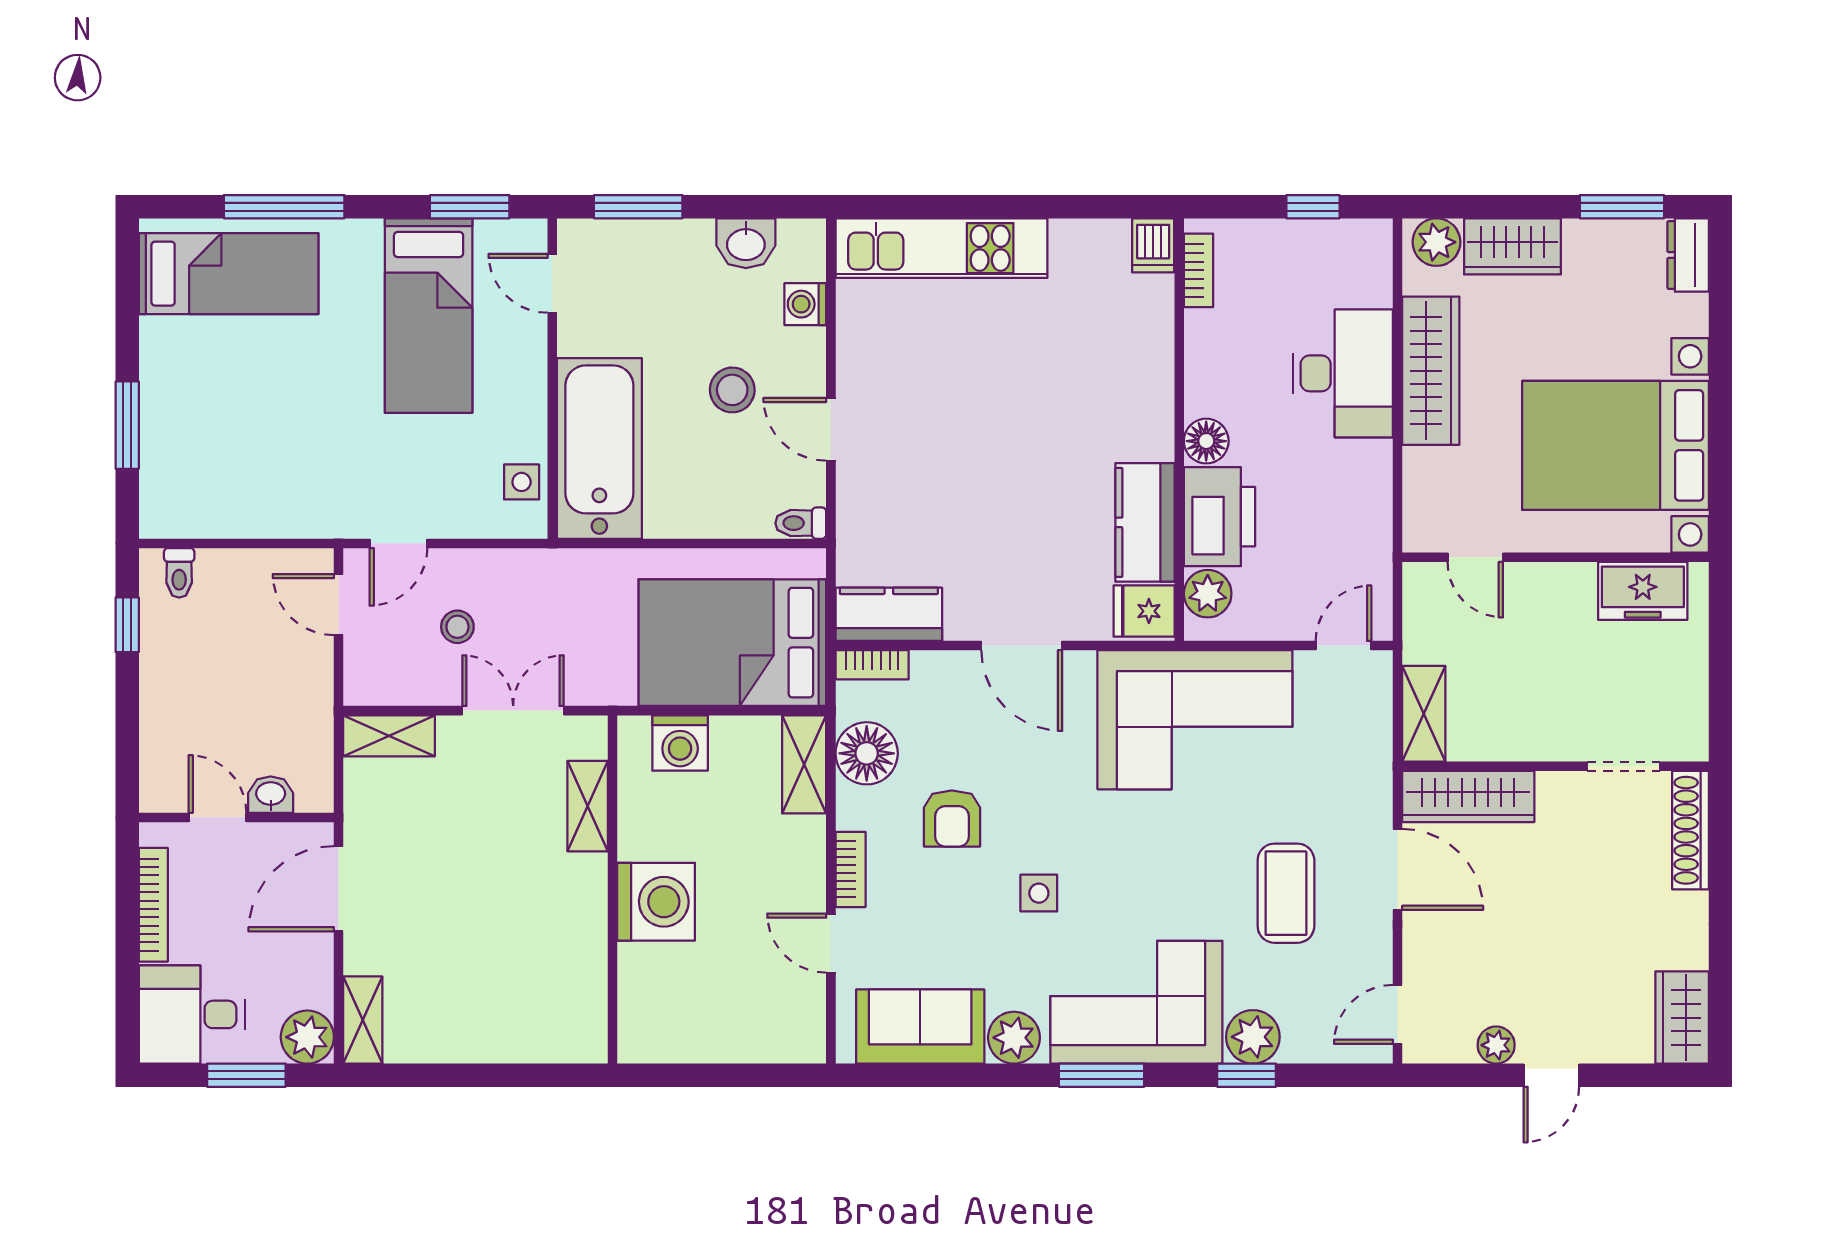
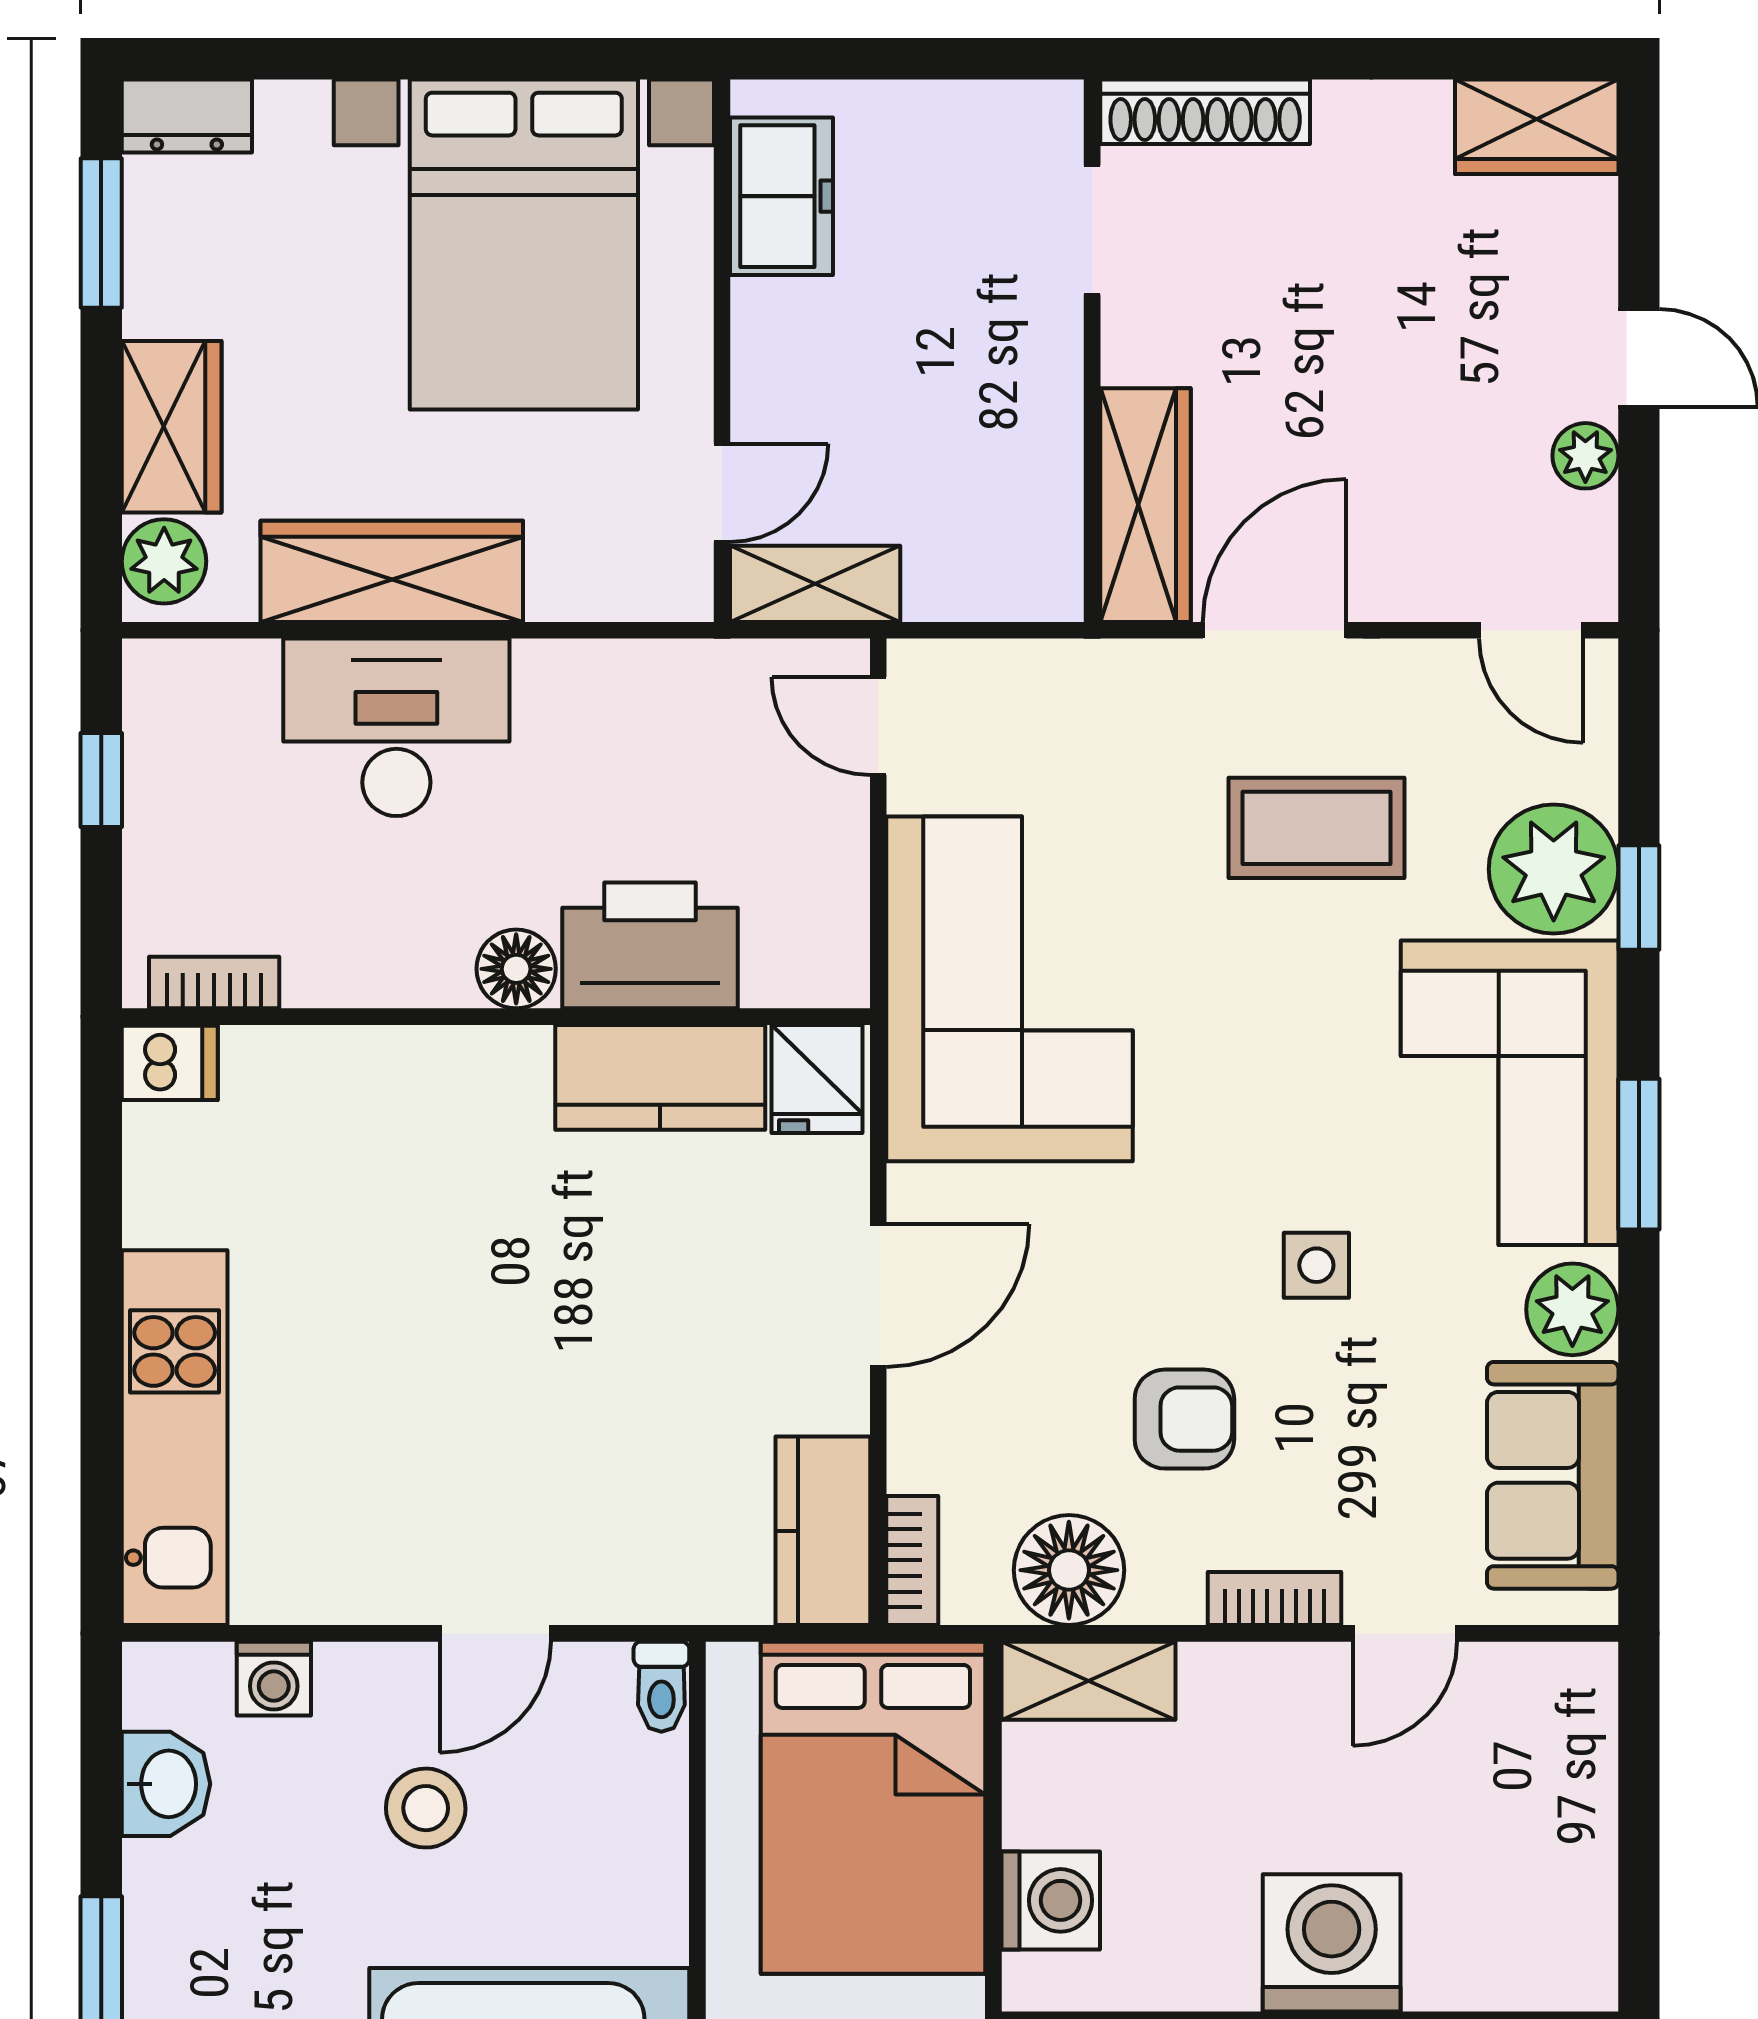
plant: (1208, 594) -> (786, 966), removed
shelving: (1424, 714) -> (815, 584), moved
plant: (1253, 1037) -> (1554, 869), width x1.36, depth x1.36

